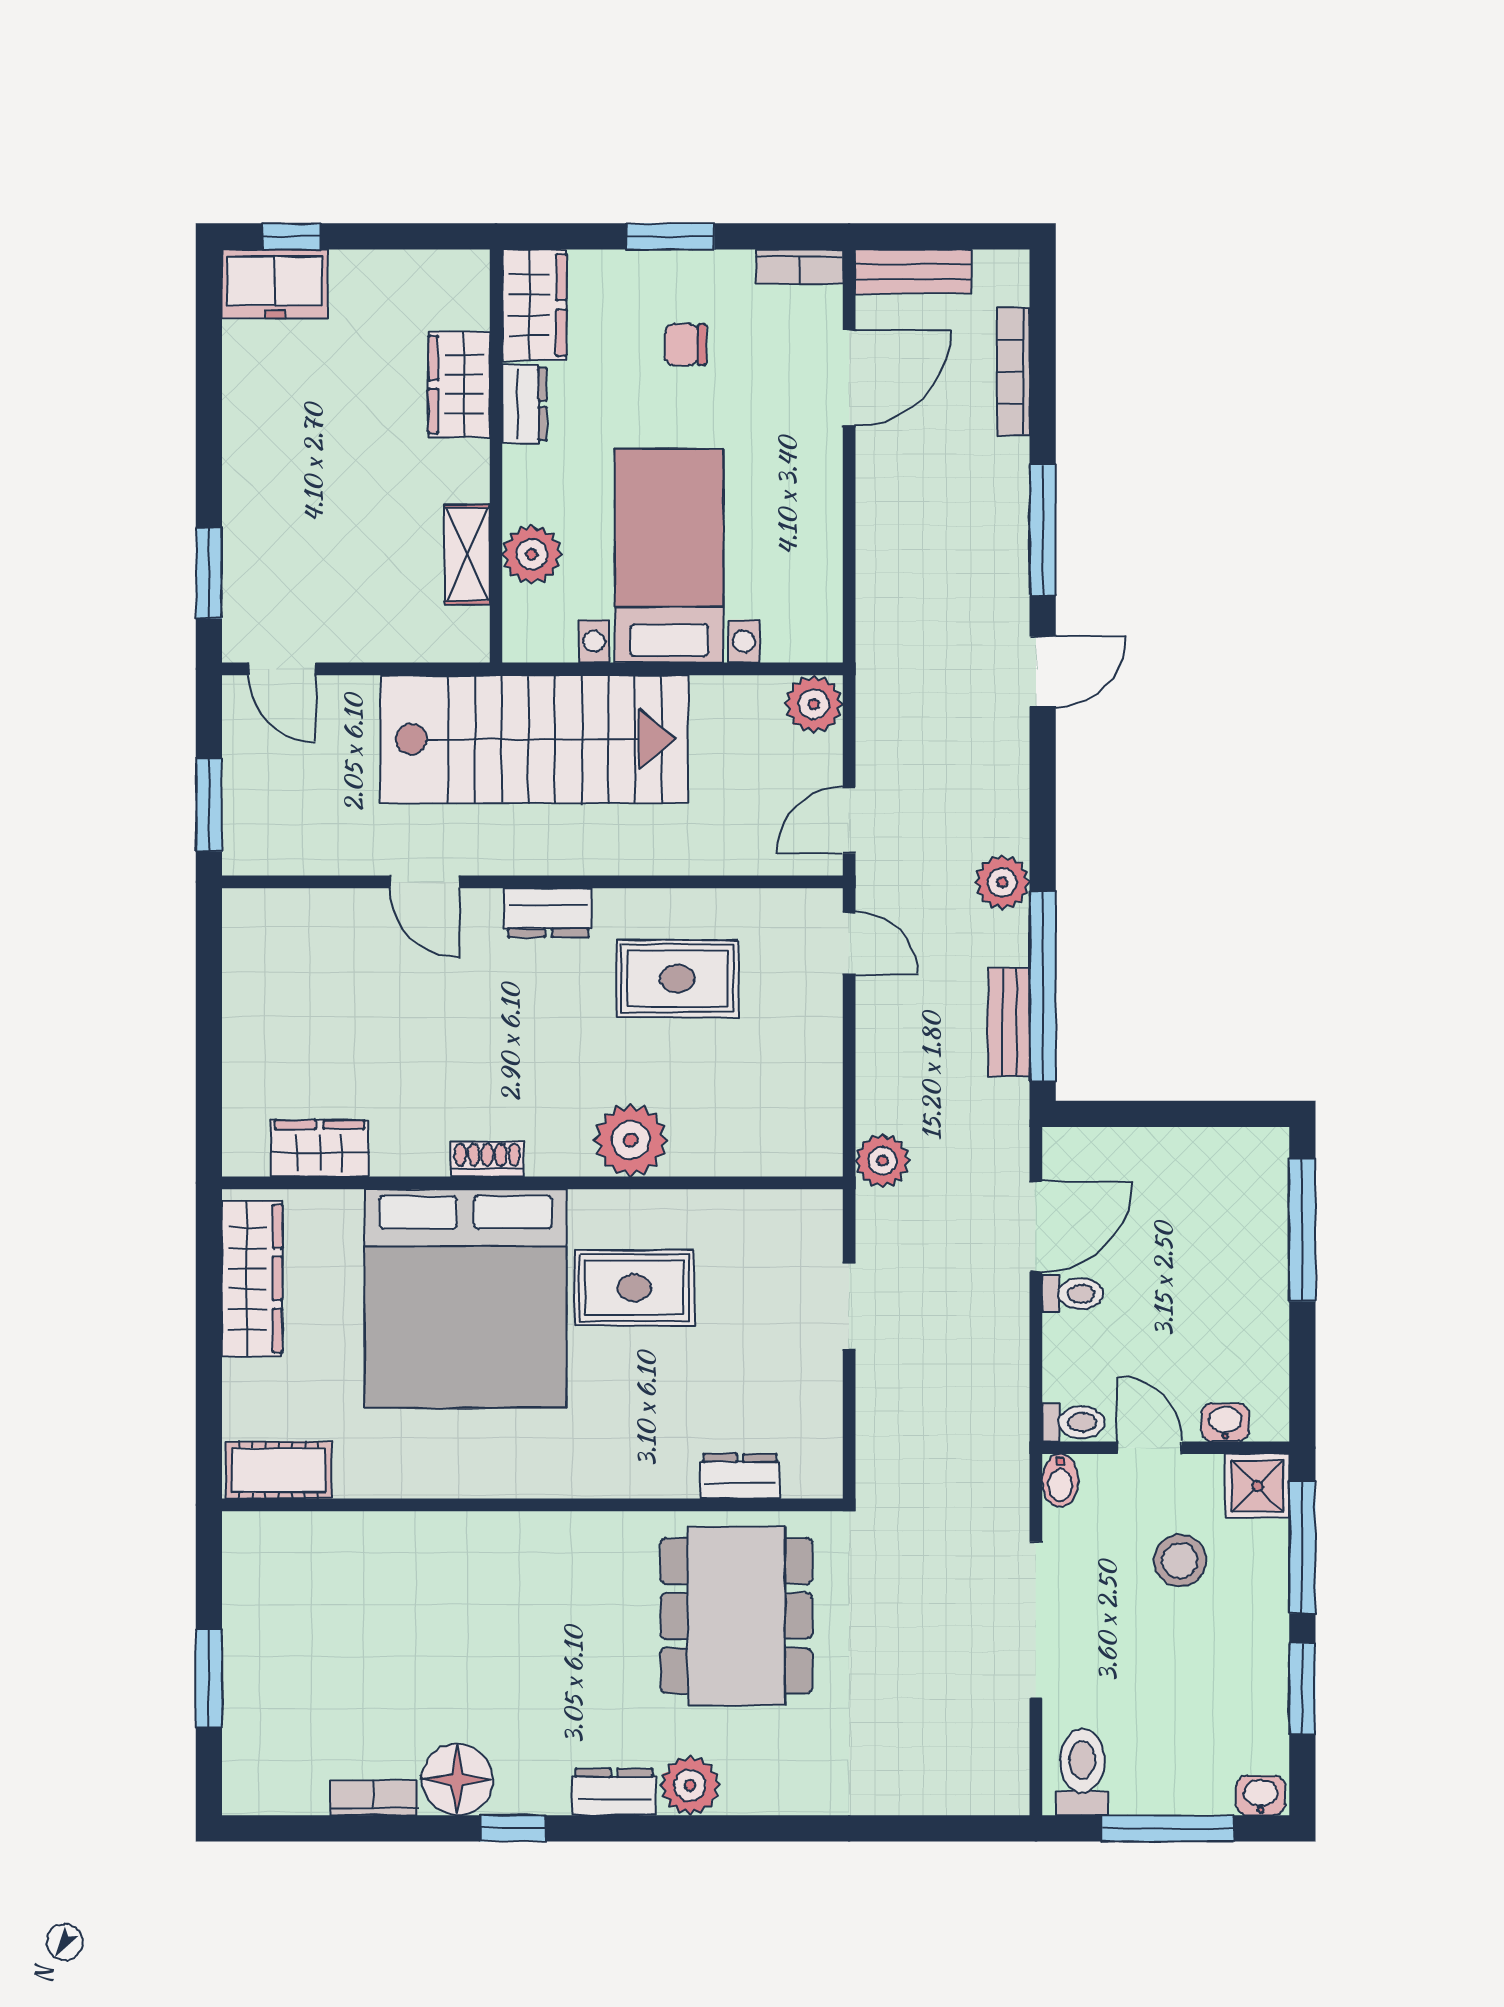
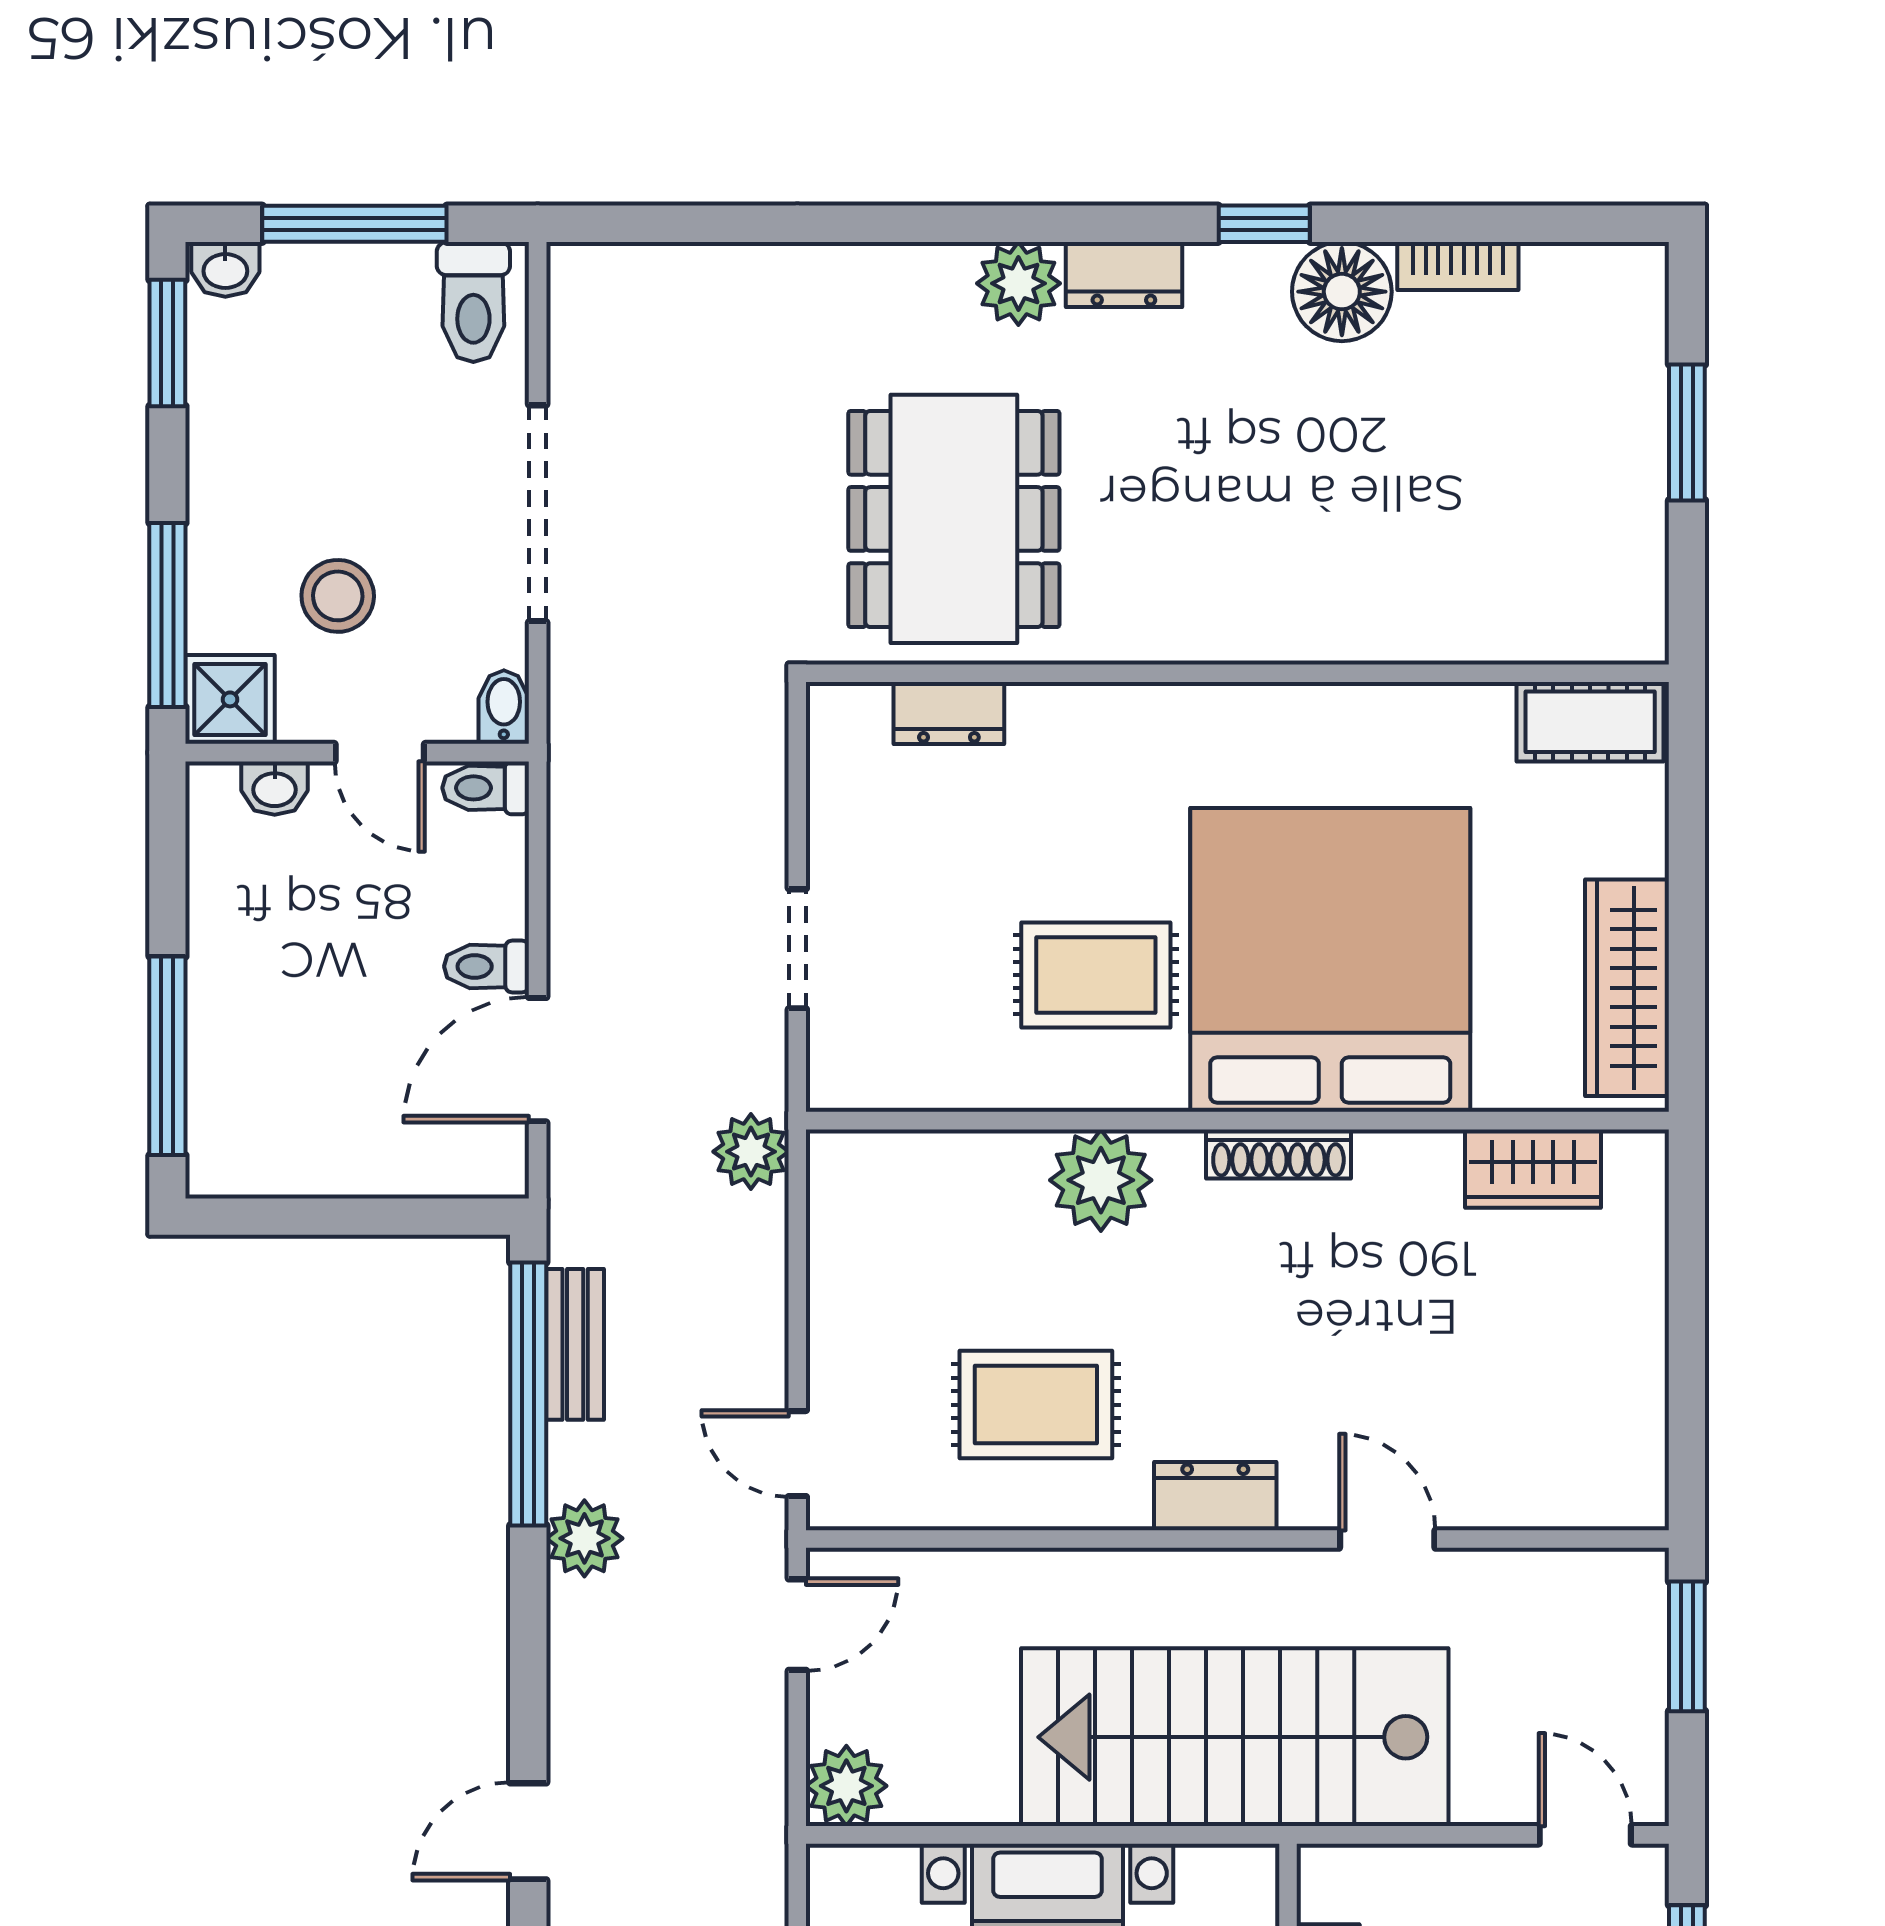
shoe rack: (487, 1159) -> (1278, 1154), width x1.43
window: (1302, 1688) -> (167, 343), moved

